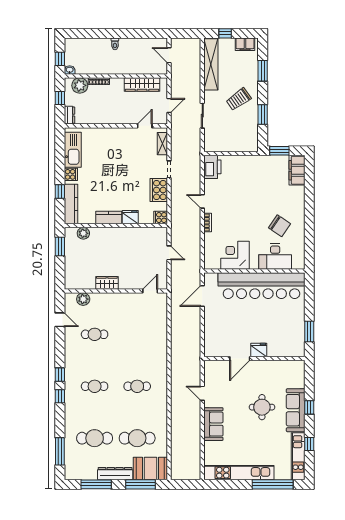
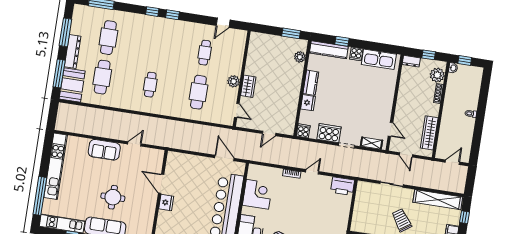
wardrobe: (107, 283) -> (248, 86), moved
plant: (83, 299) -> (234, 81), moved
cafe table: (95, 386) -> (198, 92), moved, width x1.37, depth x1.35

